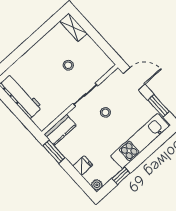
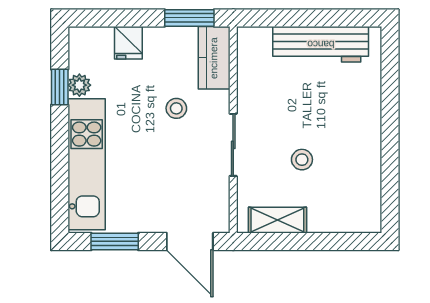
shelving: (73, 27) -> (277, 220), moved
door: (134, 79) -> (190, 241), hinge flipped
stool: (105, 112) -> (176, 108), moved
plant: (97, 185) -> (79, 85), moved

